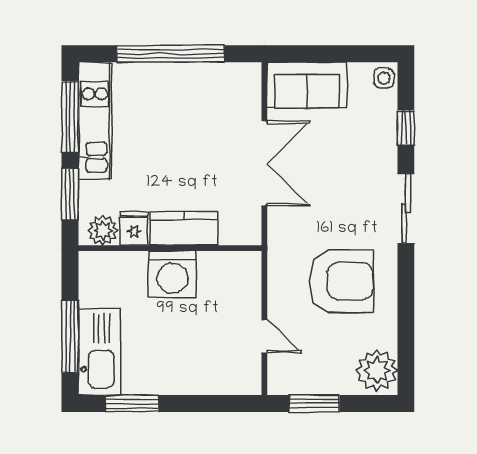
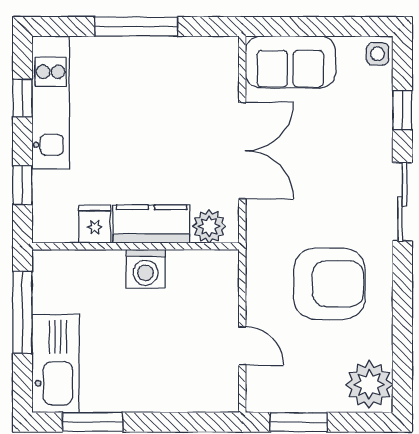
window: (171, 54) -> (136, 27), width x0.68
window: (70, 117) -> (22, 98), width x0.46
window: (70, 194) -> (22, 185), width x0.67
plant: (103, 230) -> (209, 226), moved
washing machine: (172, 274) -> (146, 269), width x0.73, depth x0.73
window: (70, 337) -> (22, 312), moved

